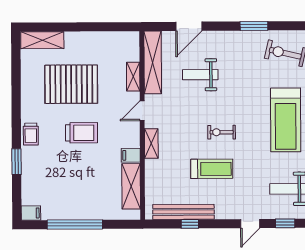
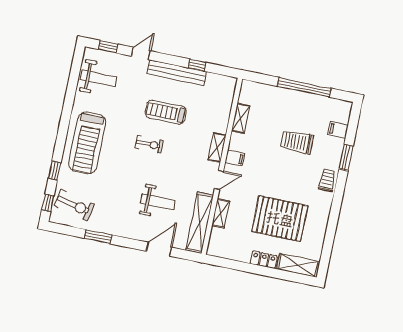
locker: (79, 38) -> (264, 260), added
treadmill: (286, 120) -> (87, 143), turned 180
trolley: (82, 133) -> (297, 142), moved
filing cabinet: (131, 155) -> (235, 158), moved
shelving: (131, 186) -> (241, 118), width x0.67, depth x0.75
bench: (183, 212) -> (177, 73), moved
filing cabinet: (31, 213) -> (338, 130), moved

